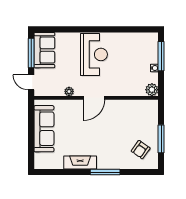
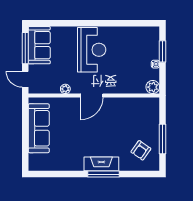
window: (161, 56) -> (162, 51), width x0.69
fireplace: (80, 162) -> (101, 164), moved

